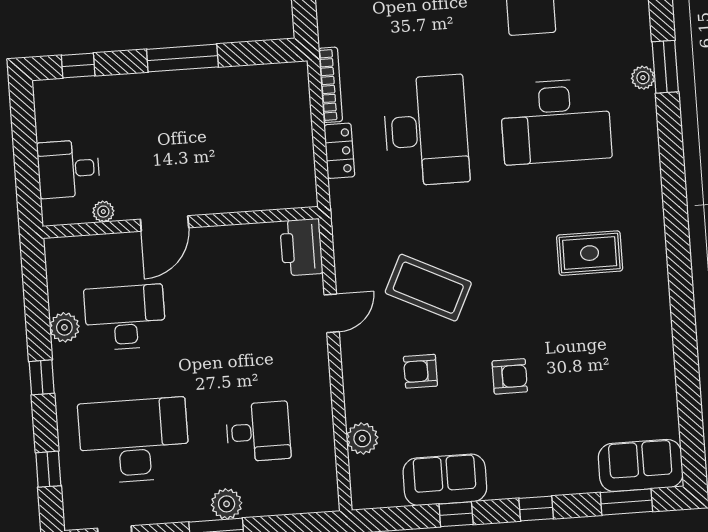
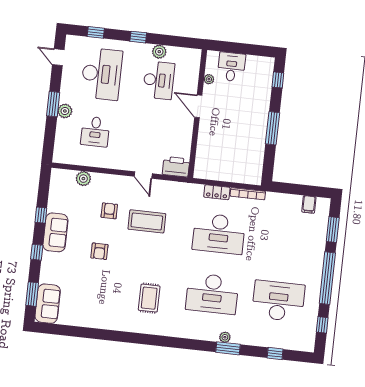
desk: (556, 121) -> (212, 294), turned -90
coffee table: (428, 288) -> (147, 221), turned 64
sofa: (445, 480) -> (55, 232), moved

